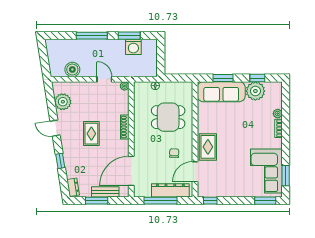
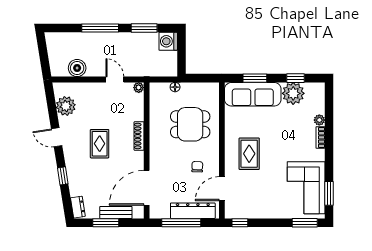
washing machine: (133, 47) -> (168, 41), moved, turned 90
rug: (208, 147) -> (249, 154), moved

